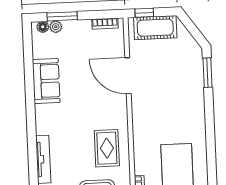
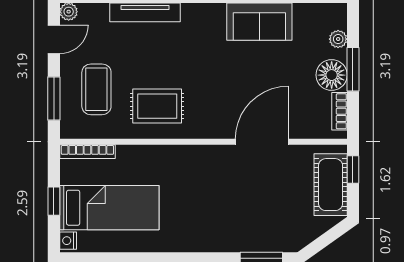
window: (62, 16) -> (353, 69), moved
floor lamp: (43, 27) -> (332, 75), moved, width x1.89, depth x1.89

